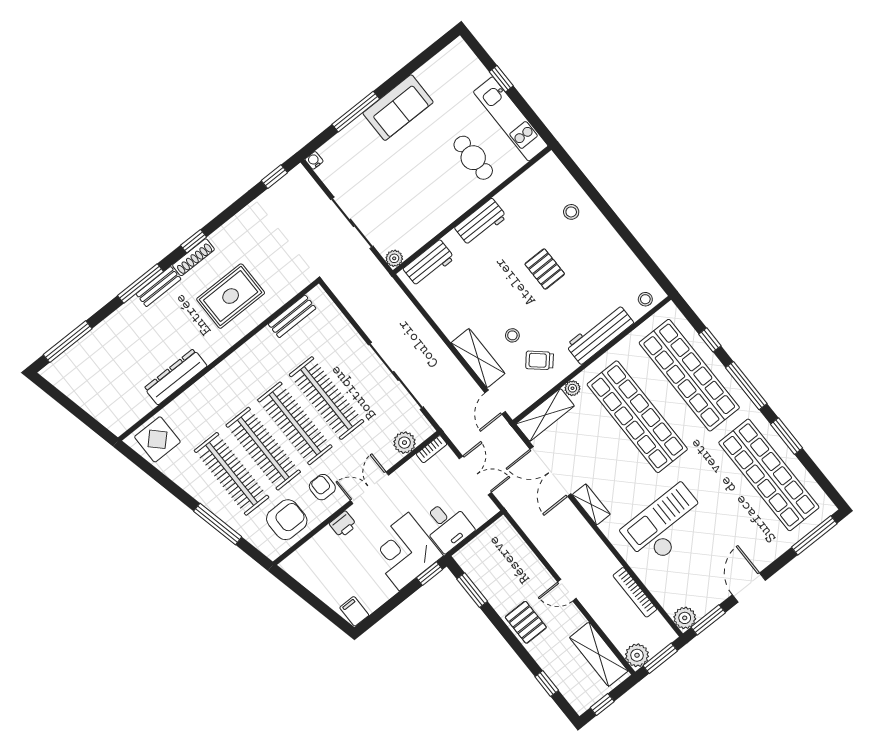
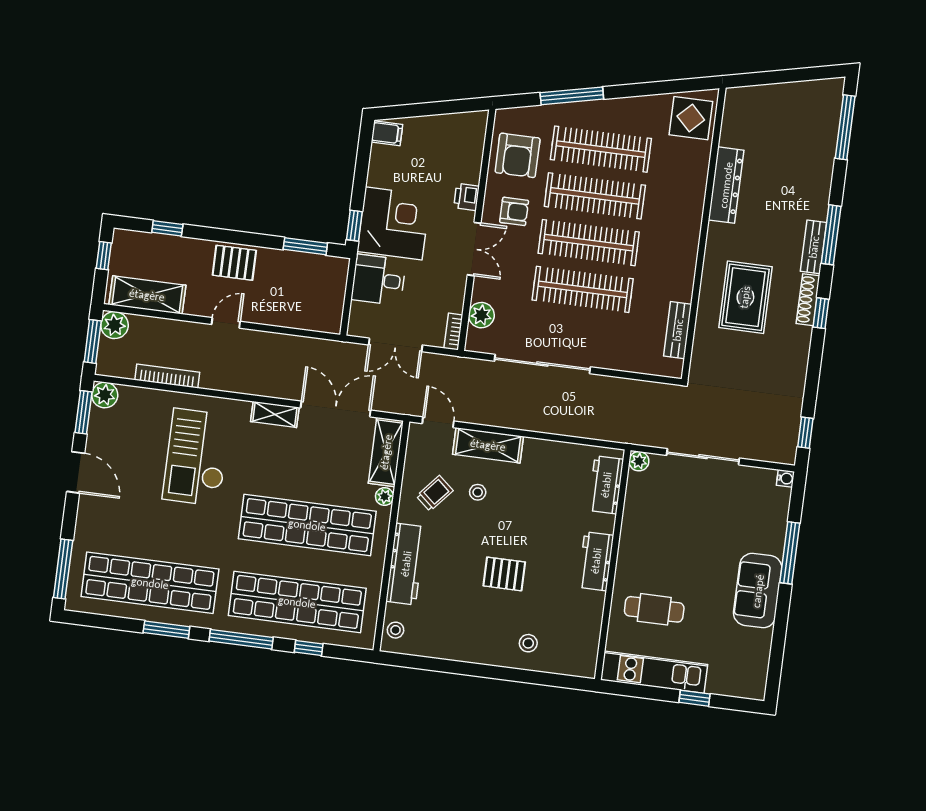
checkout: (665, 525) -> (196, 457), turned 180

